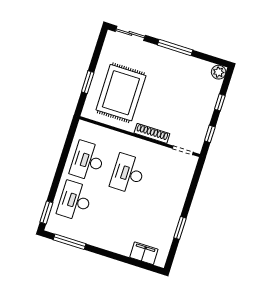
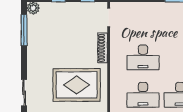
window: (175, 48) -> (24, 30), moved

